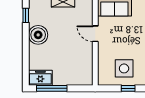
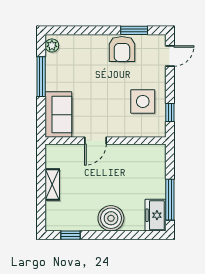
boiler: (38, 35) -> (111, 218), moved
window: (128, 88) -> (170, 113), moved

